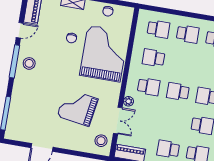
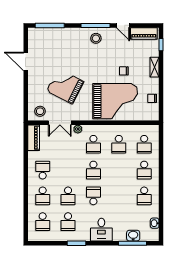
school desk: (154, 58) -> (119, 144), turned 180
school desk: (178, 92) -> (93, 170), turned 180
grand piano: (78, 108) -> (65, 86), turned -72

